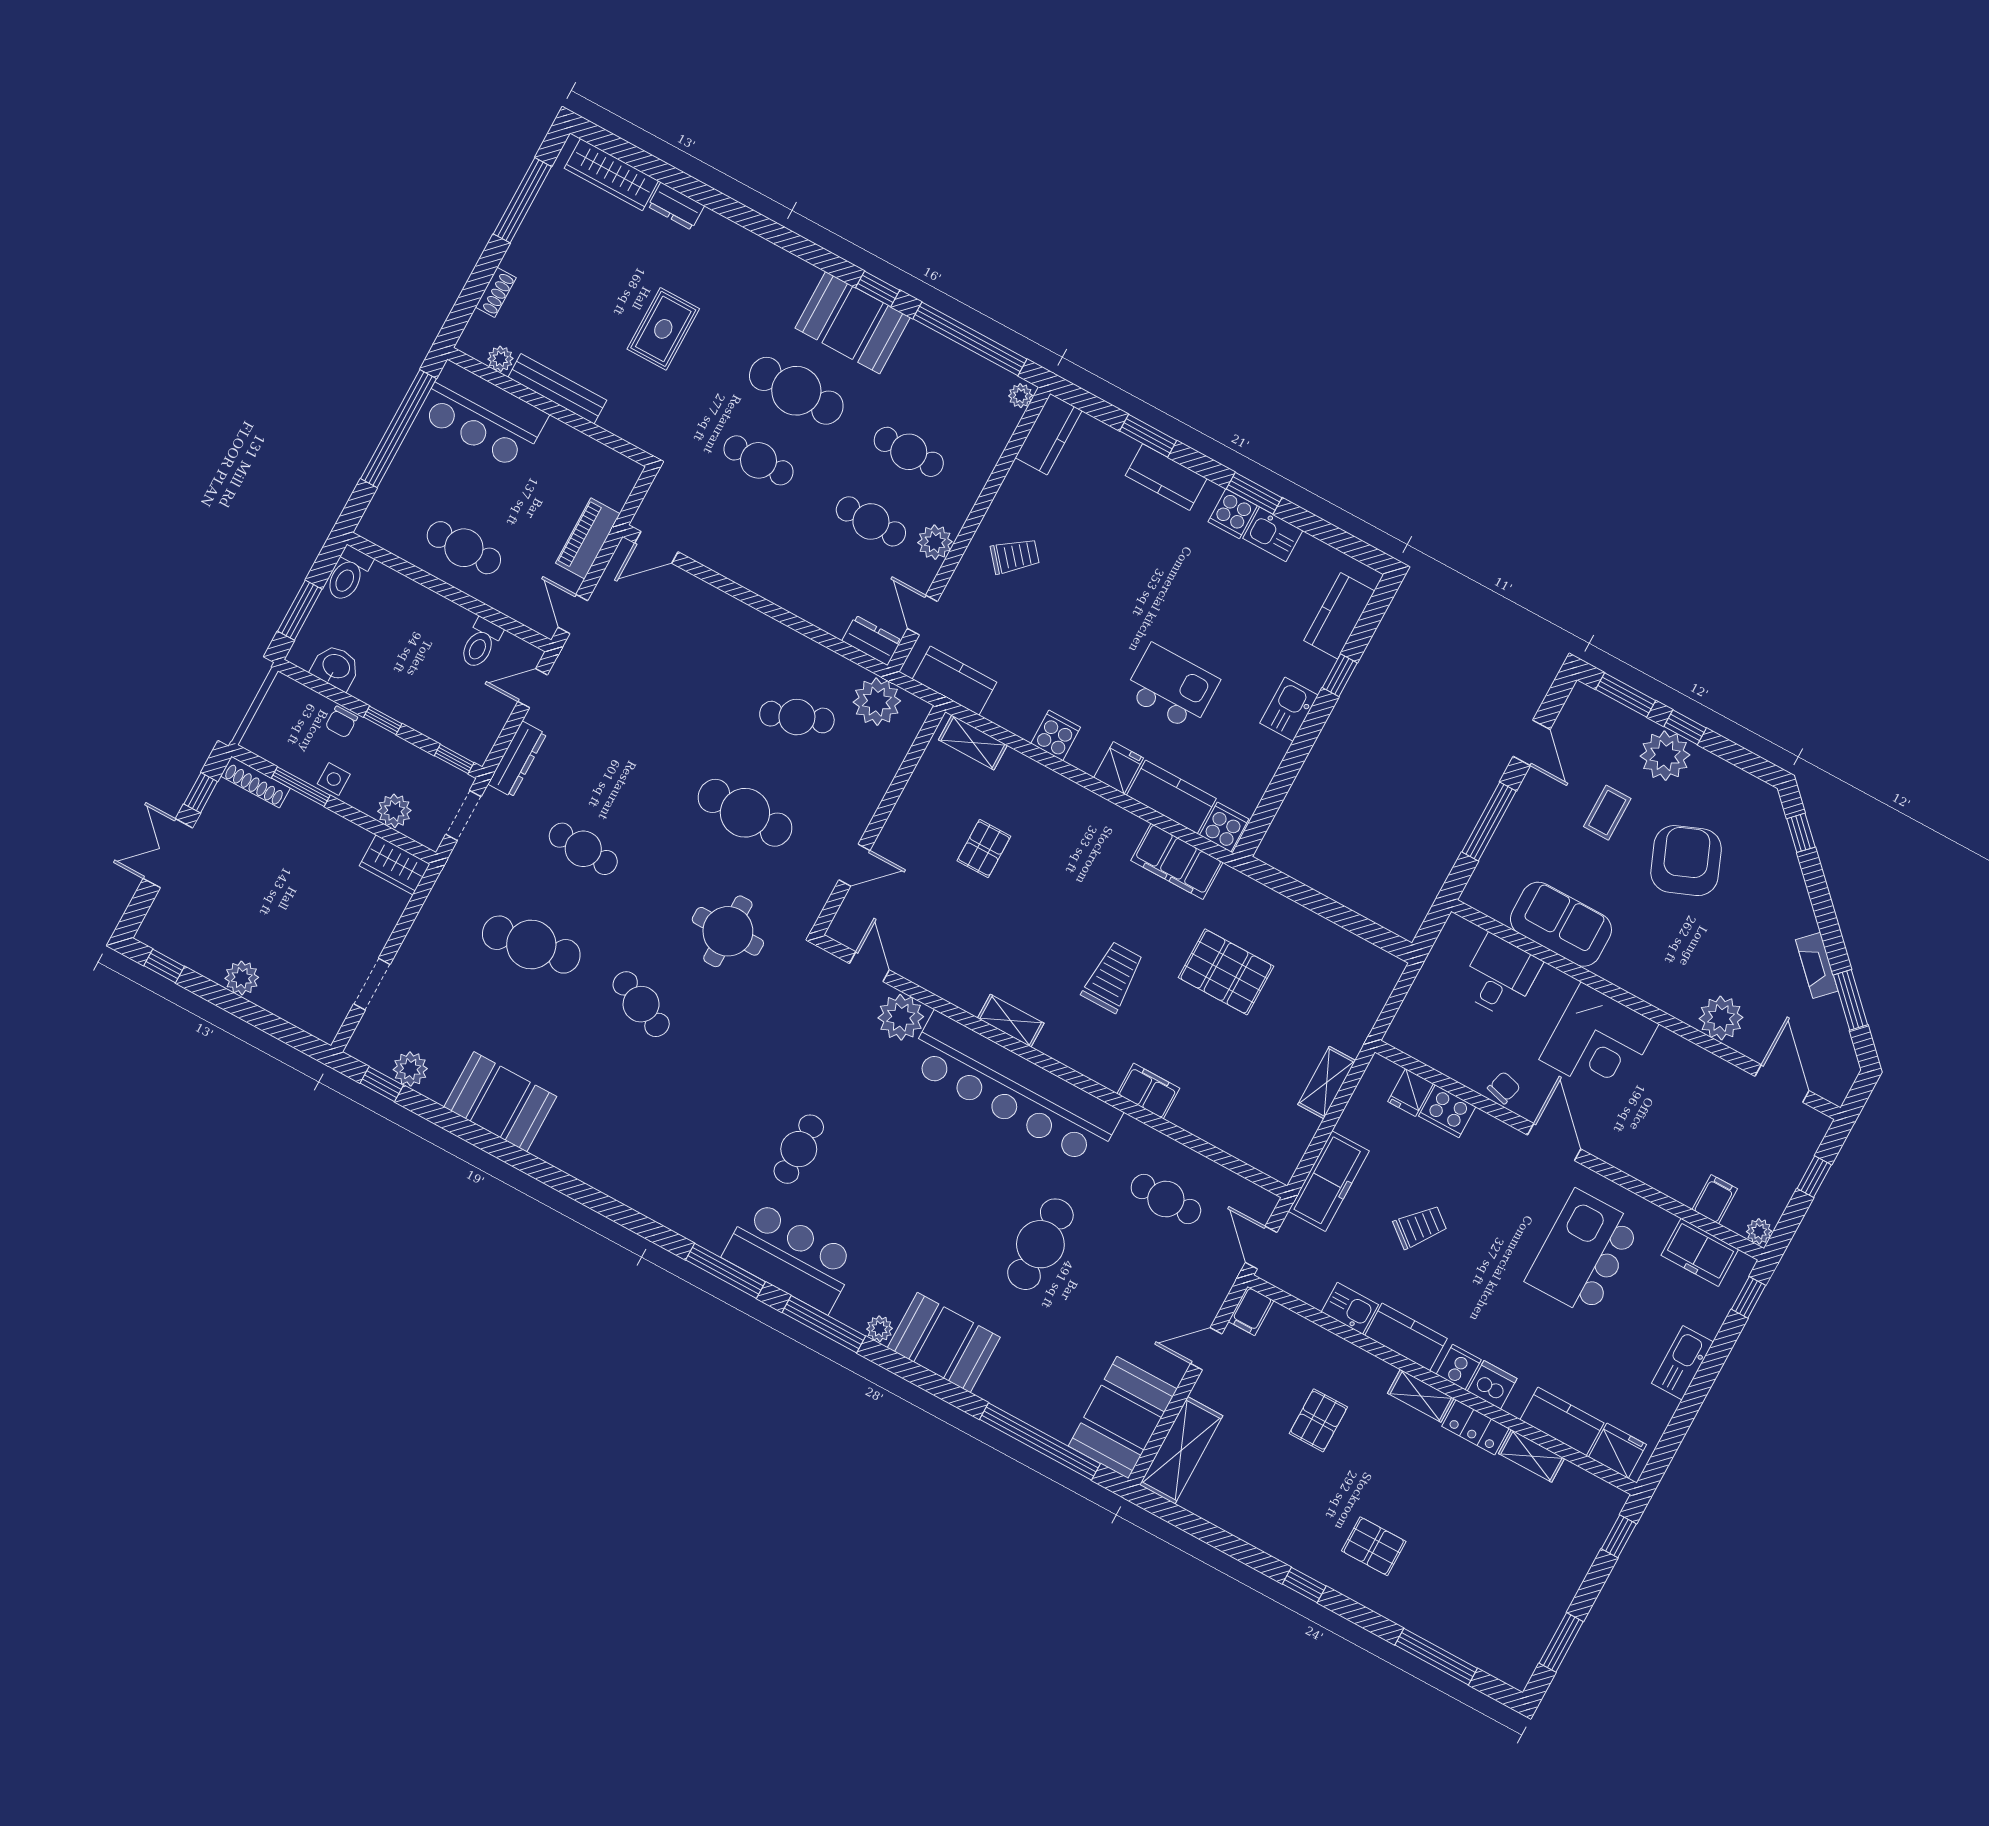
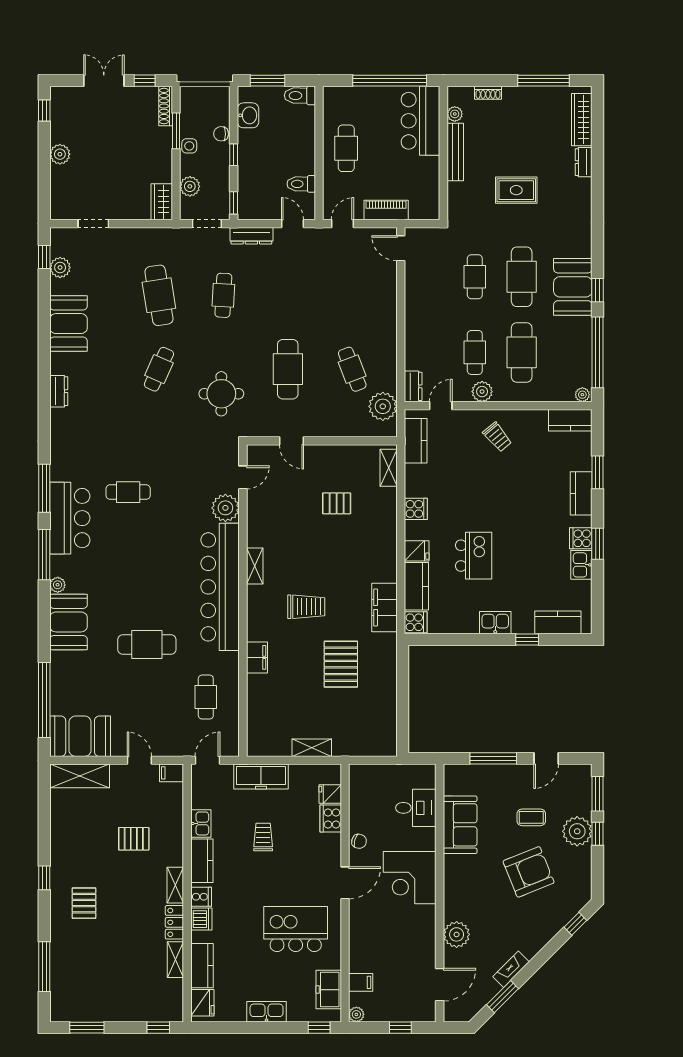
cafe table: (909, 452) -> (522, 352), width x1.37, depth x1.35
dresser: (593, 1171) -> (59, 391), added
trolley: (1420, 1227) -> (263, 837), turned -129

